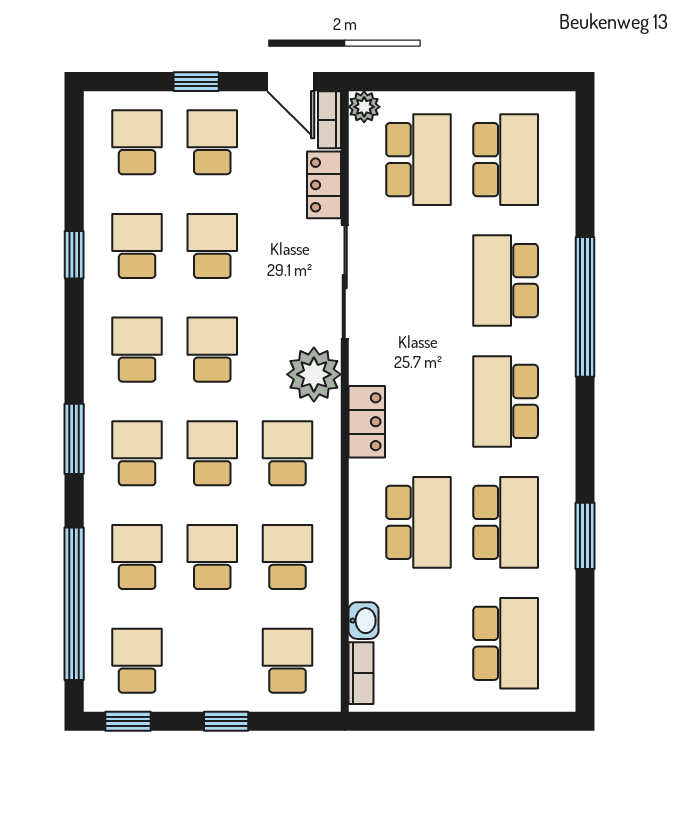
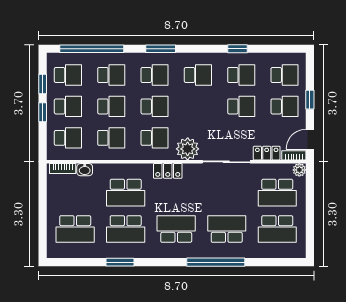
school desk: (212, 350) -> (68, 106), moved
window: (128, 721) -> (43, 84), moved

